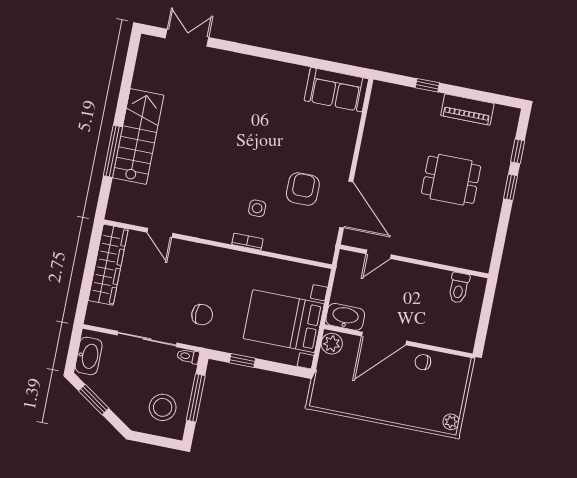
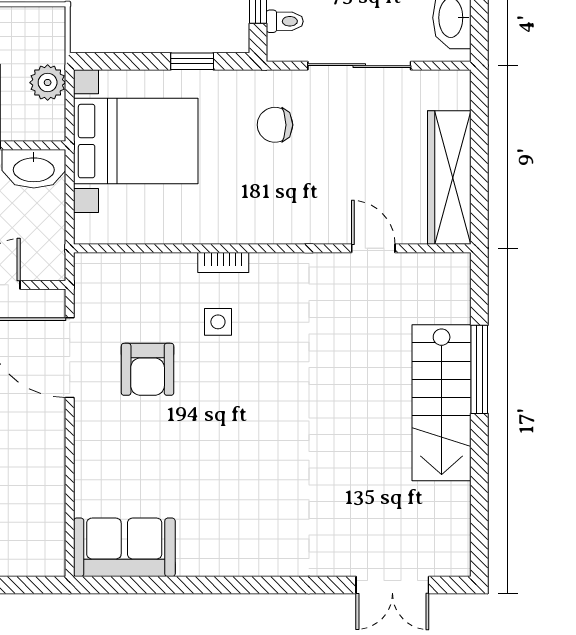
plant: (332, 344) -> (48, 83), moved
toilet: (188, 356) -> (285, 21), moved

